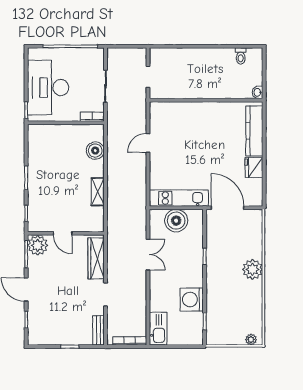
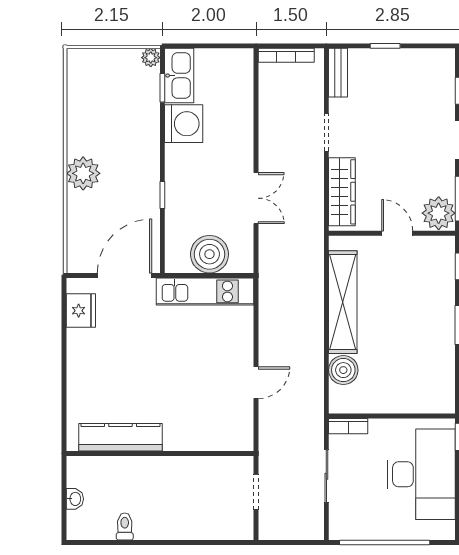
toilet: (241, 56) -> (125, 526), moved
washbasin: (258, 92) -> (75, 499), moved
kitchen counter: (254, 131) -> (120, 437), moved, turned -90
fridge: (254, 167) -> (81, 311), moved
shelving: (98, 192) -> (343, 302), width x2.20, depth x1.33
door: (228, 208) -> (125, 275), swing flipped
double door: (148, 255) -> (256, 198), swing flipped
kitchen sink: (158, 329) -> (179, 76), moved, turned 180
plant: (251, 340) -> (151, 58), moved

